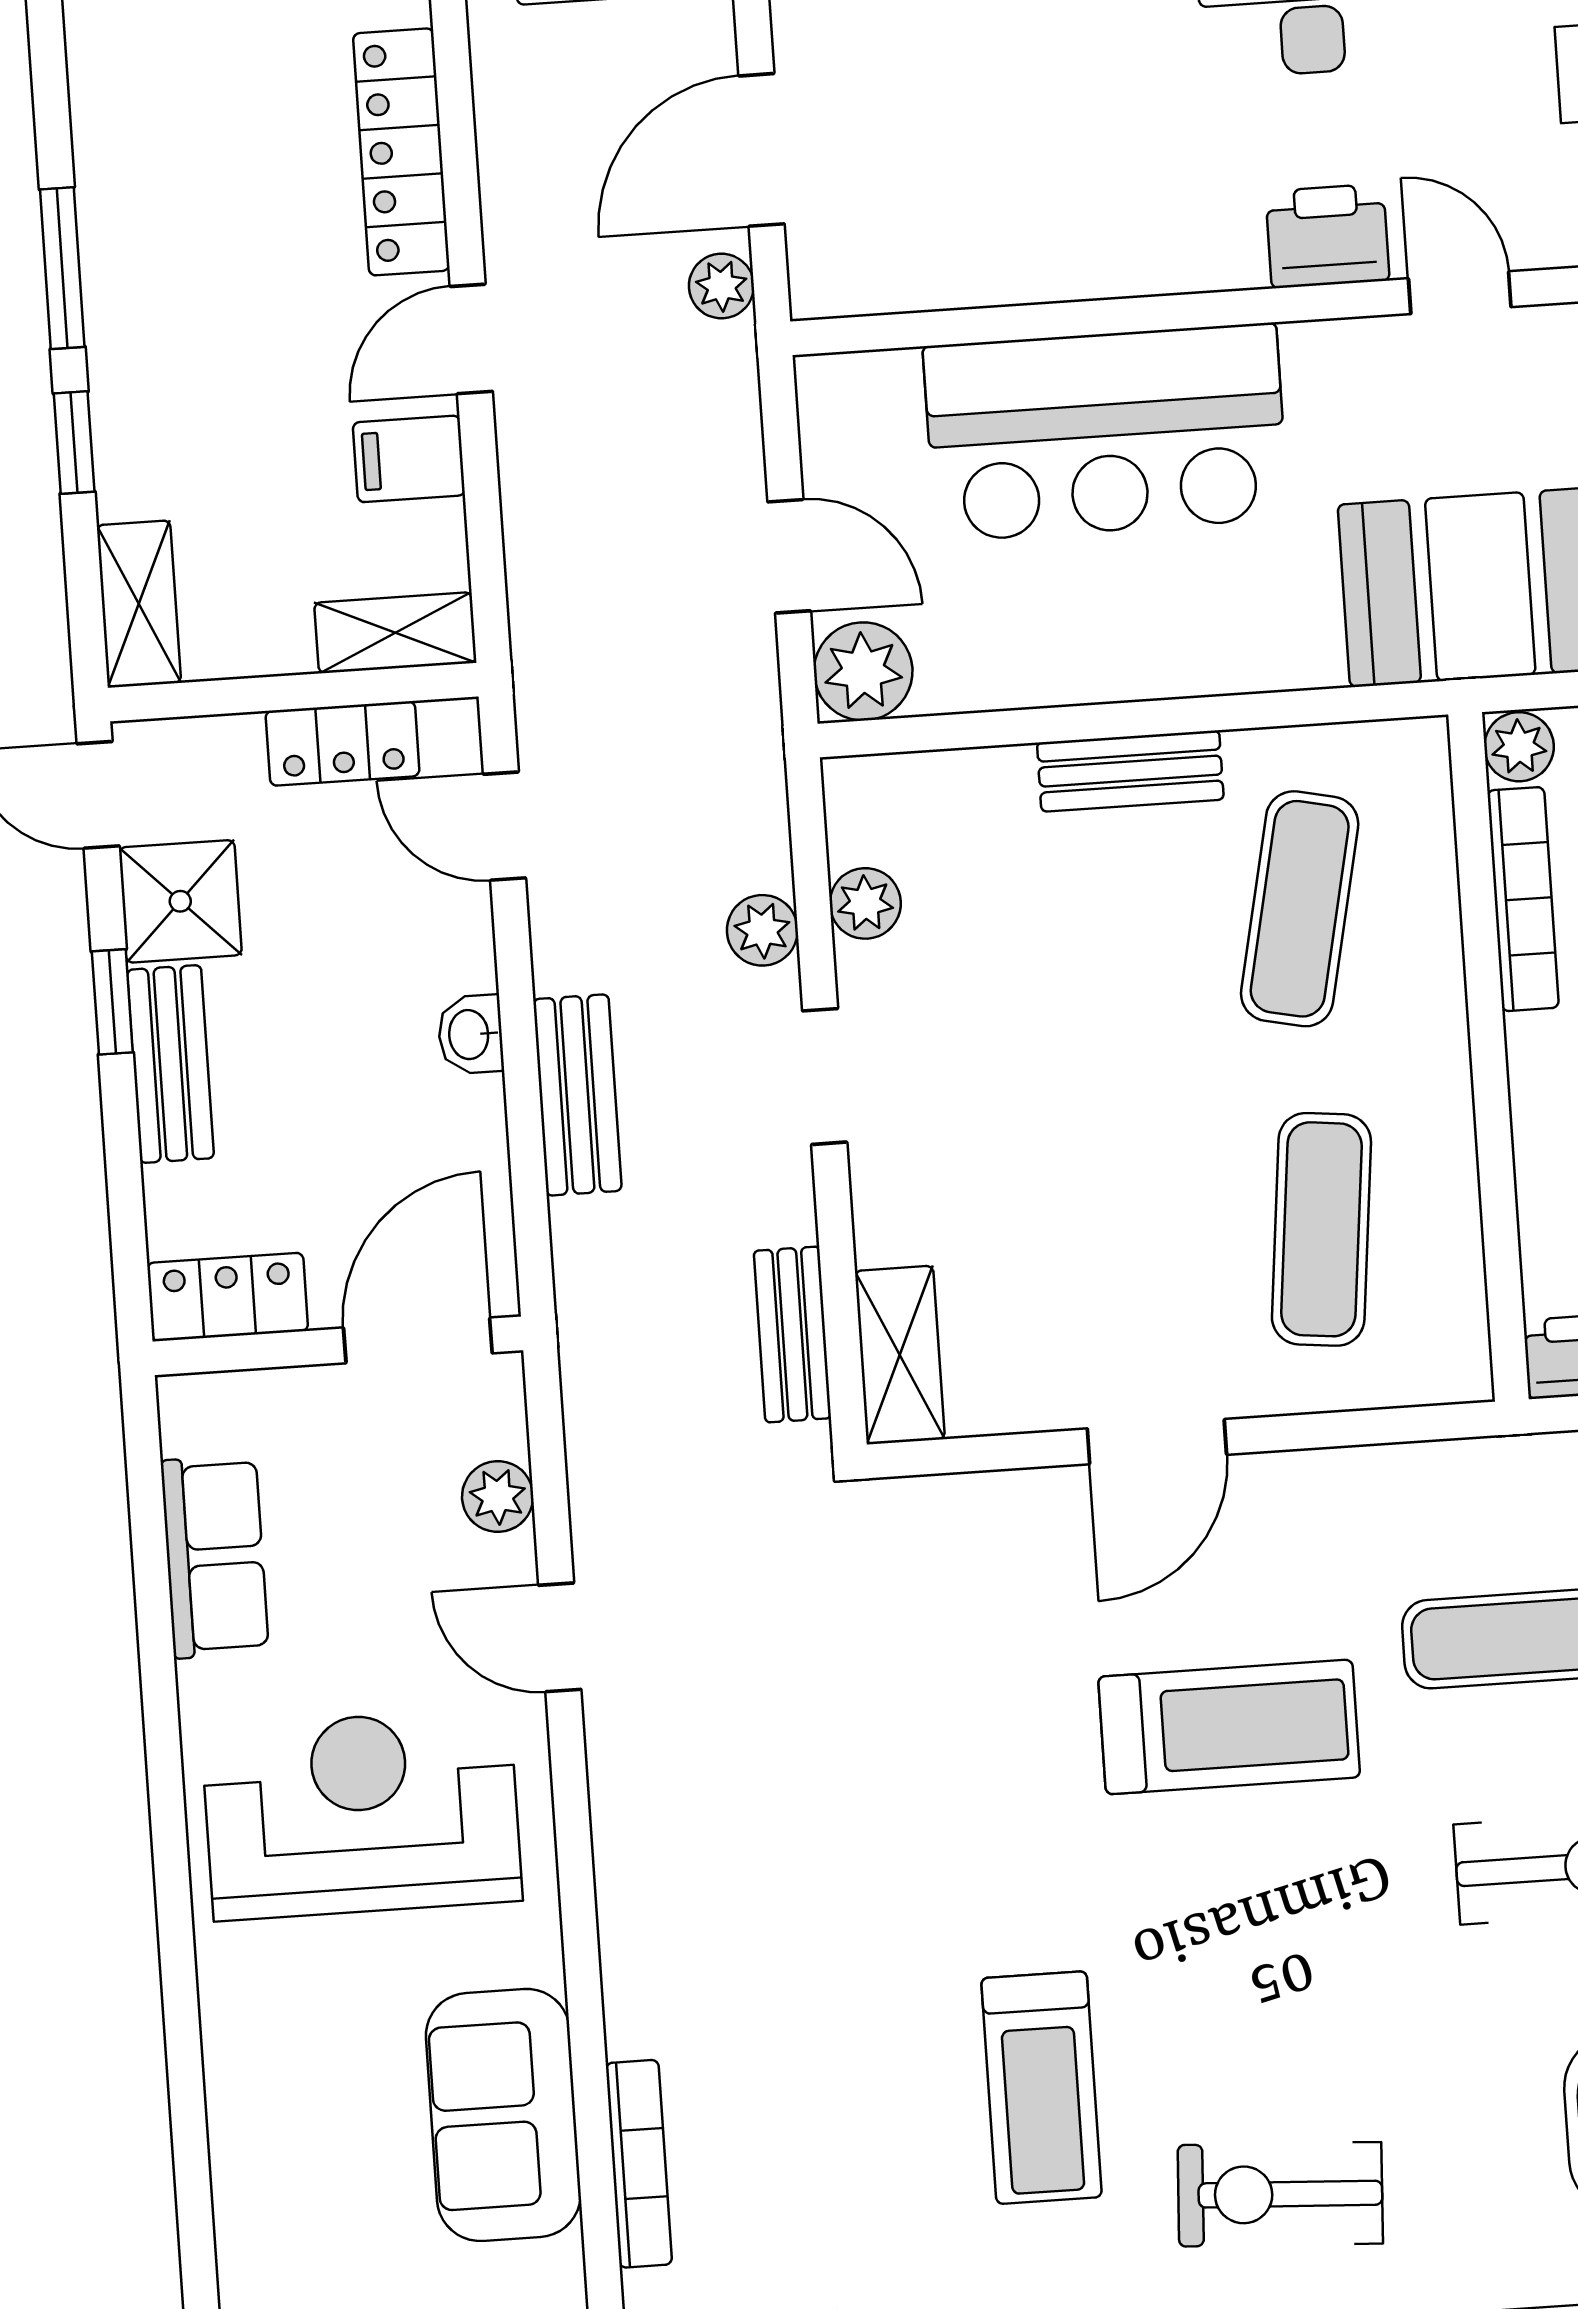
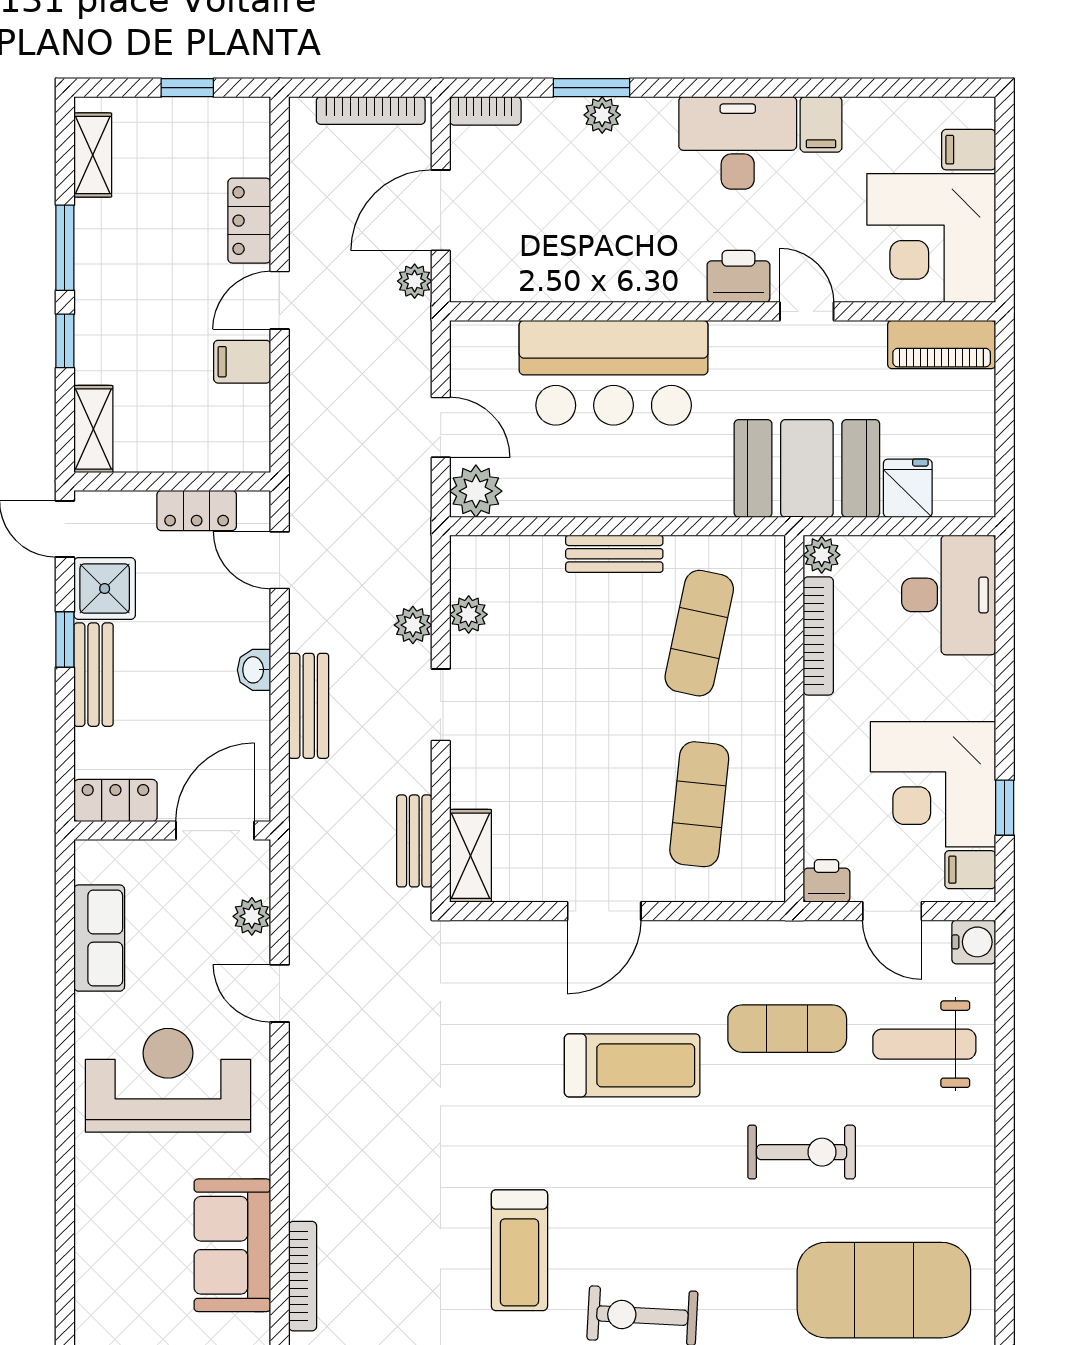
locker: (401, 152) -> (249, 221), width x0.66
shelving: (395, 633) -> (93, 155), moved, turned 90

